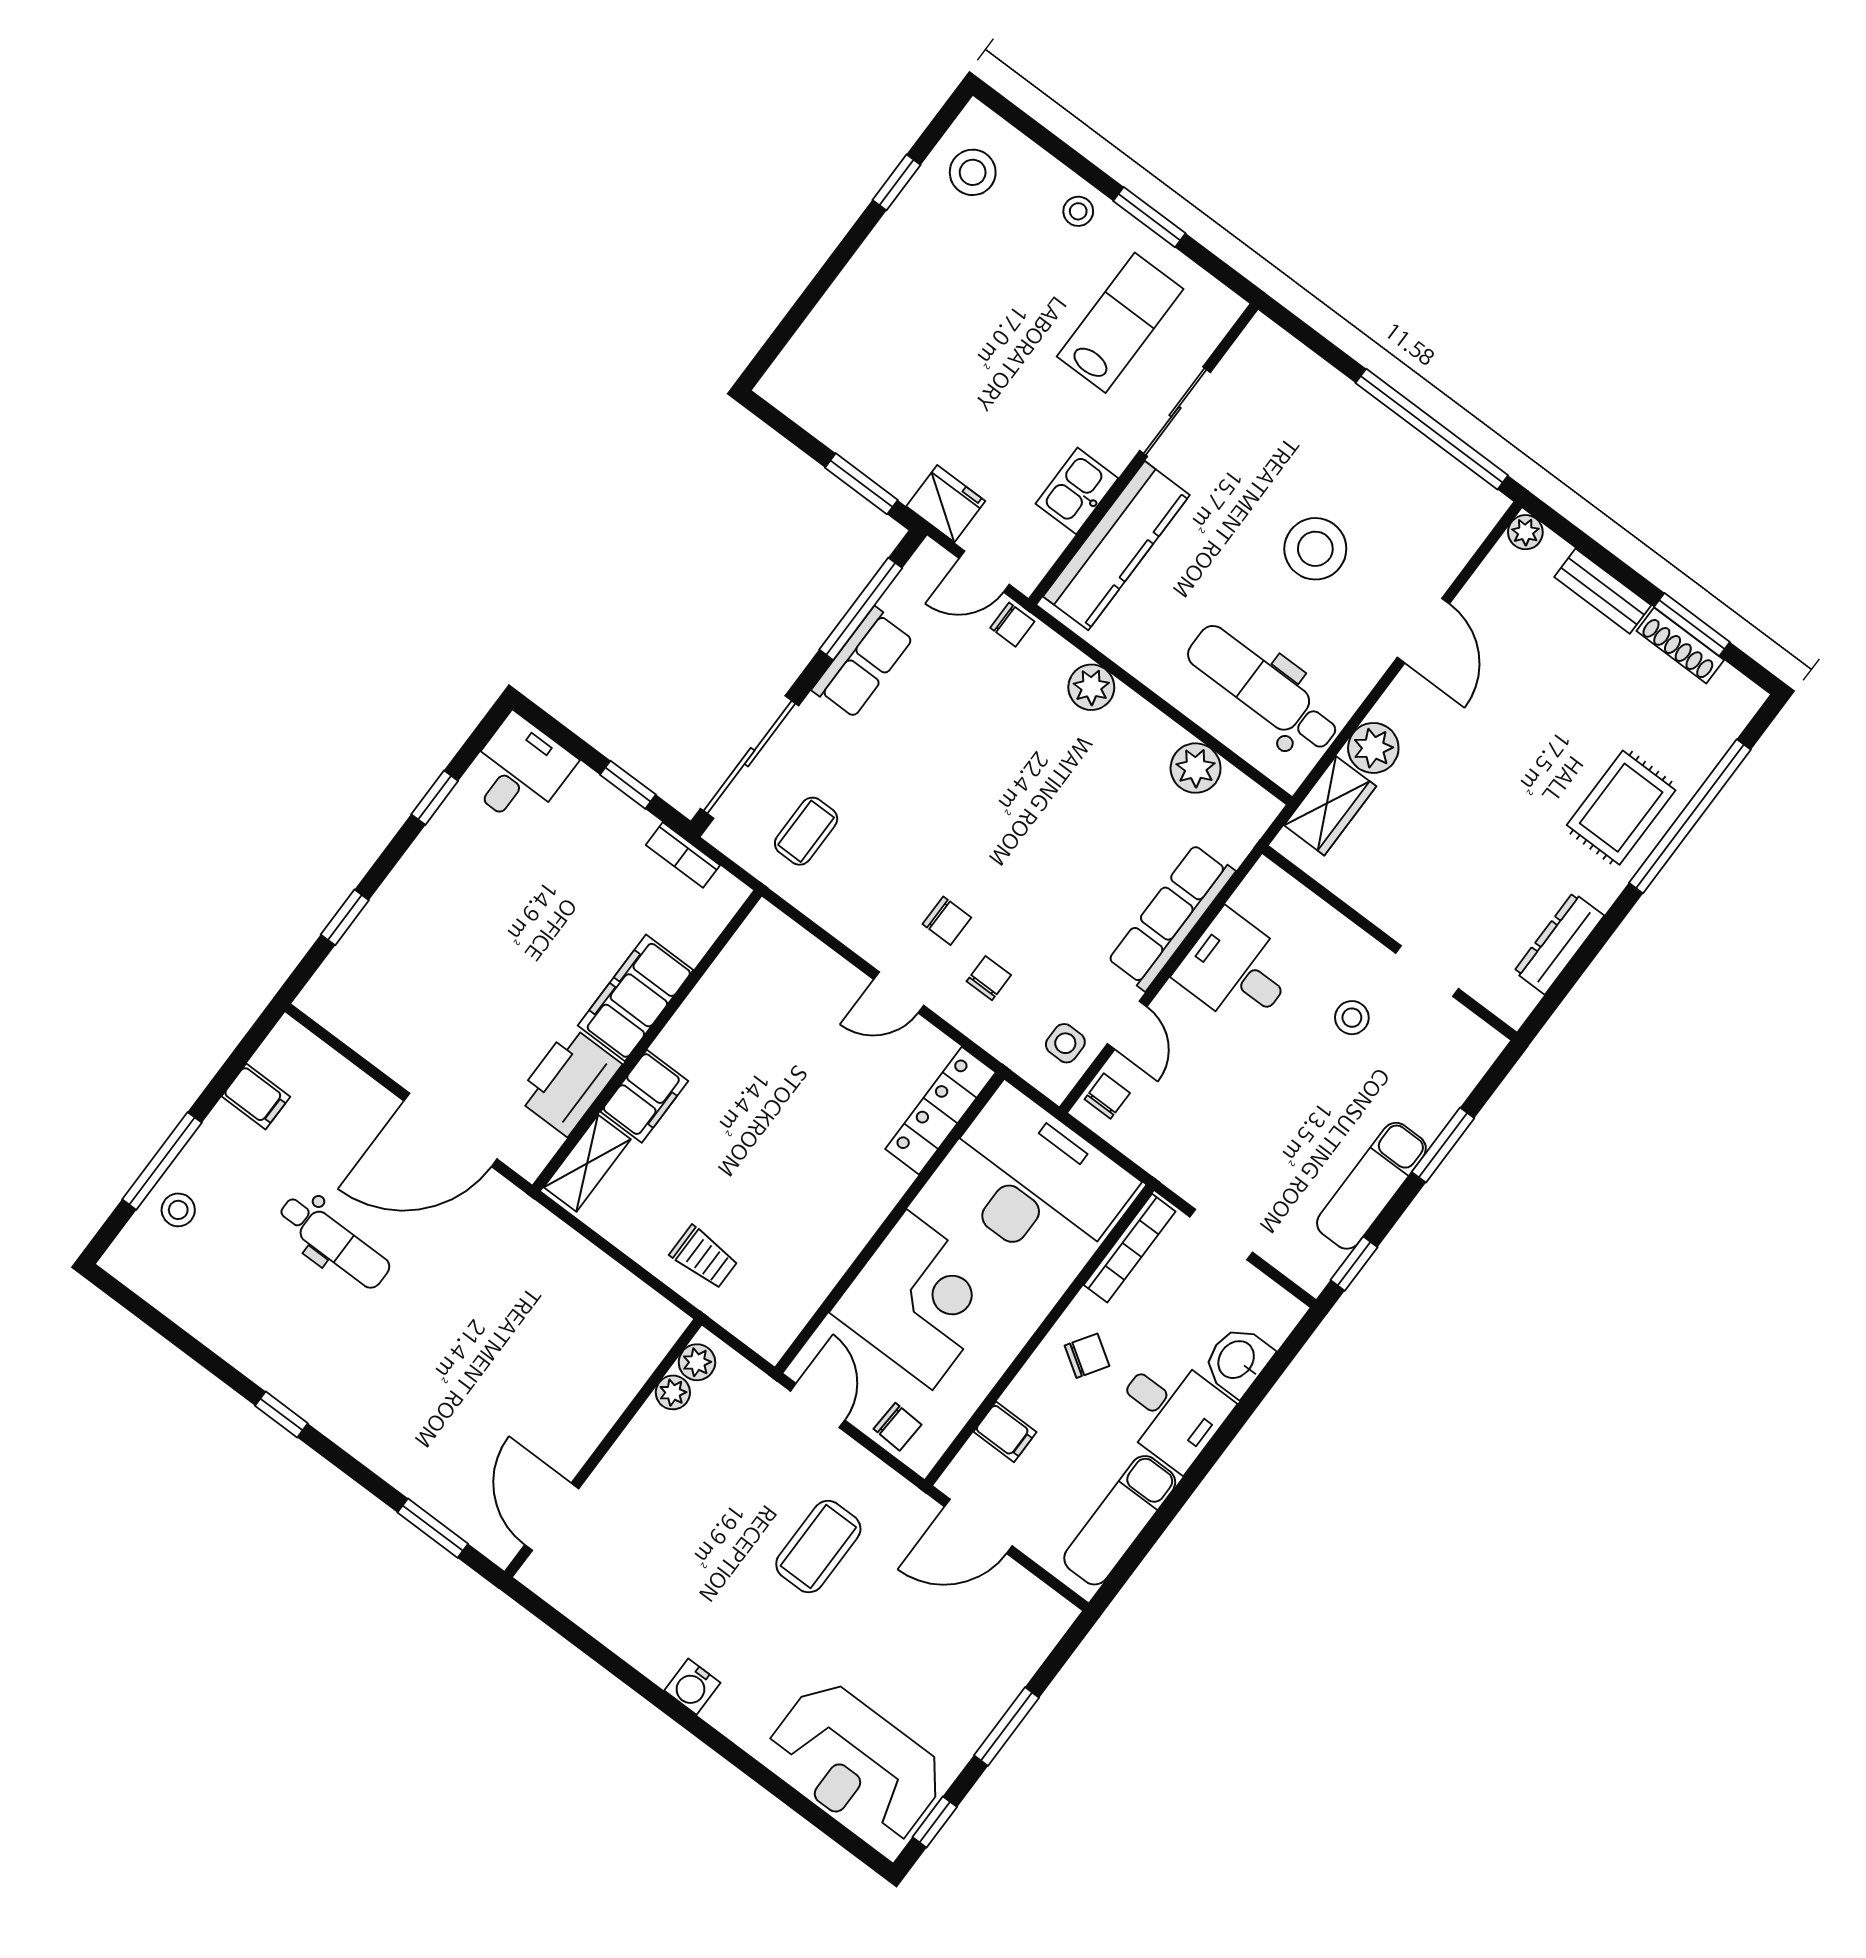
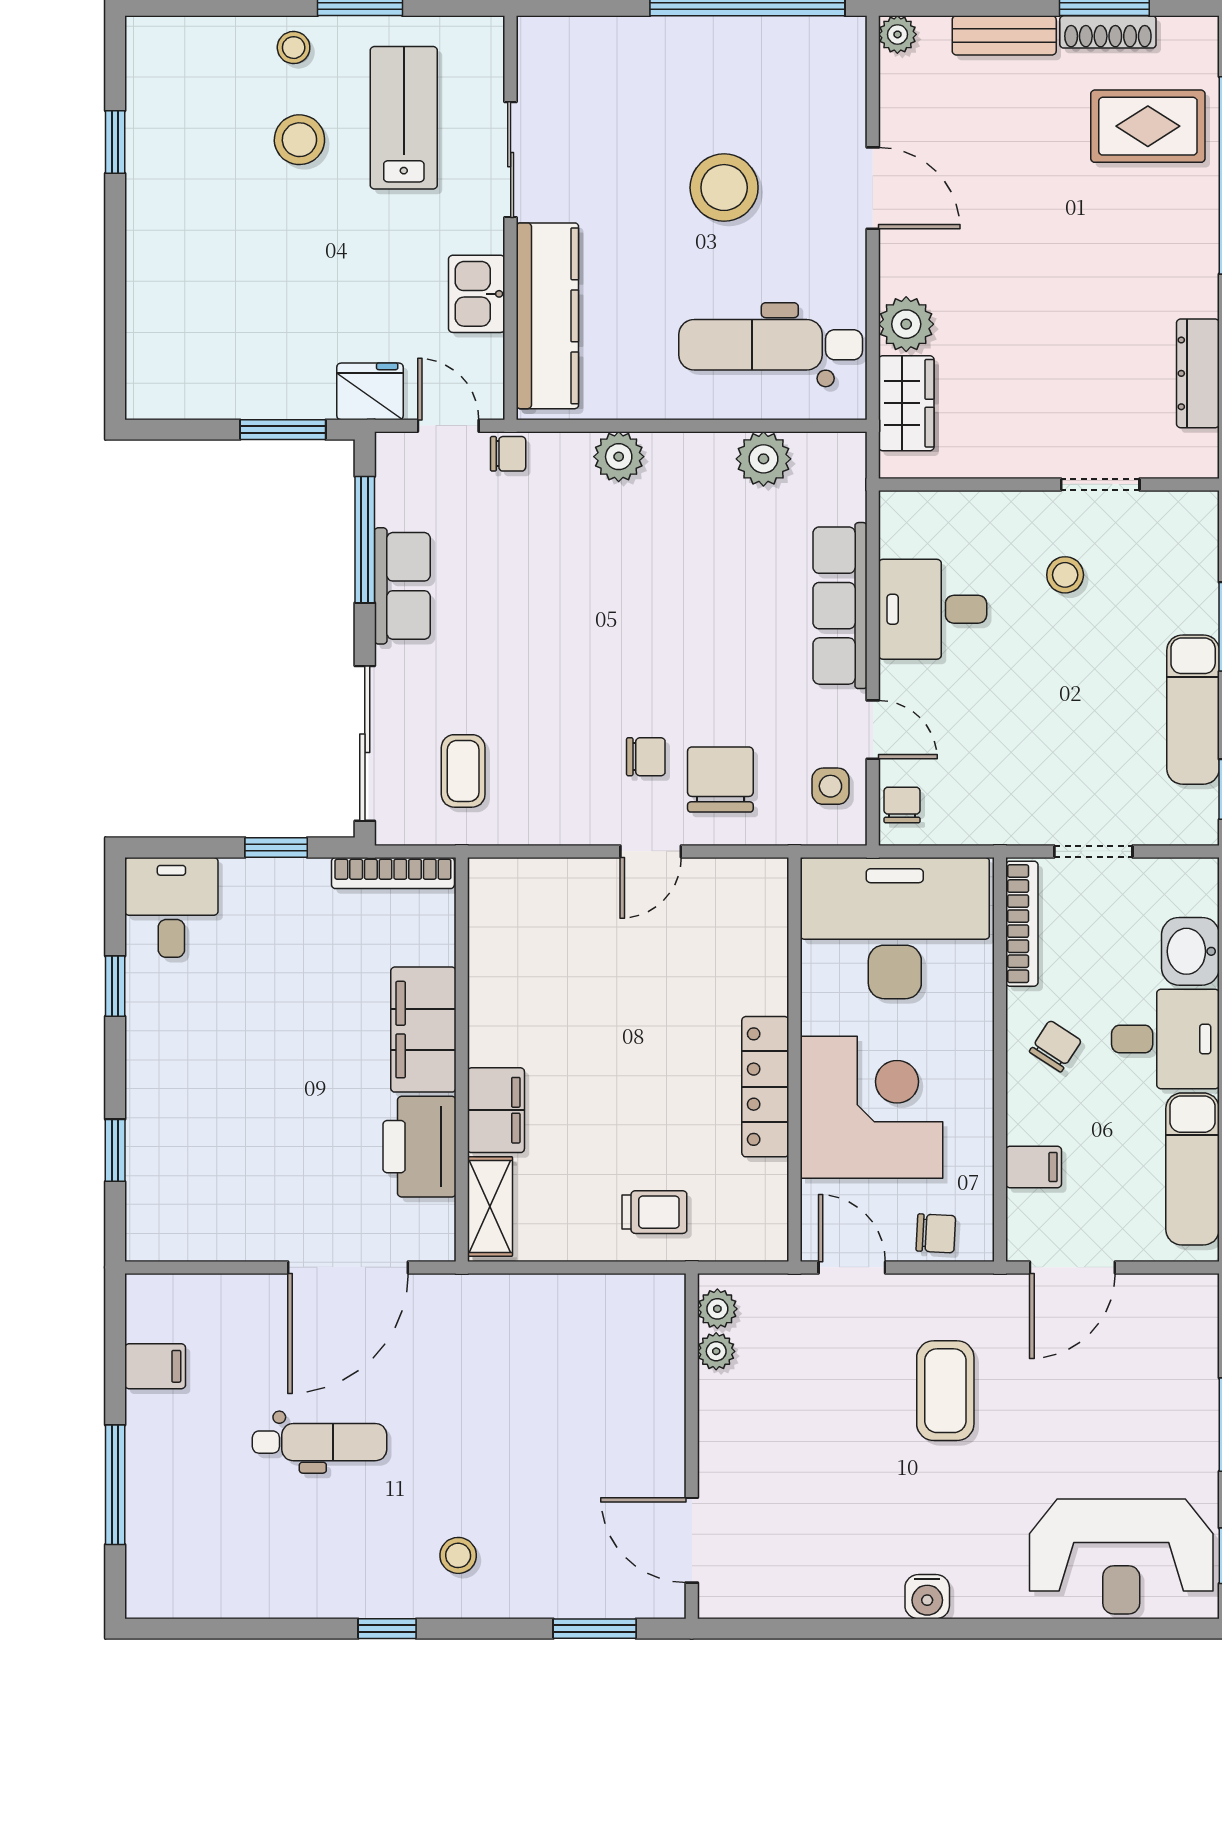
stool: (973, 172) -> (299, 140), moved
door: (984, 571) -> (448, 426), swing flipped
rug: (1621, 808) -> (1148, 126), moved, turned 90
bookcase: (683, 855) -> (393, 873), width x1.56
chair: (989, 978) -> (720, 780), width x1.87, depth x1.87
locker: (940, 1111) -> (765, 1087), moved
stool: (178, 1210) -> (458, 1555), moved

